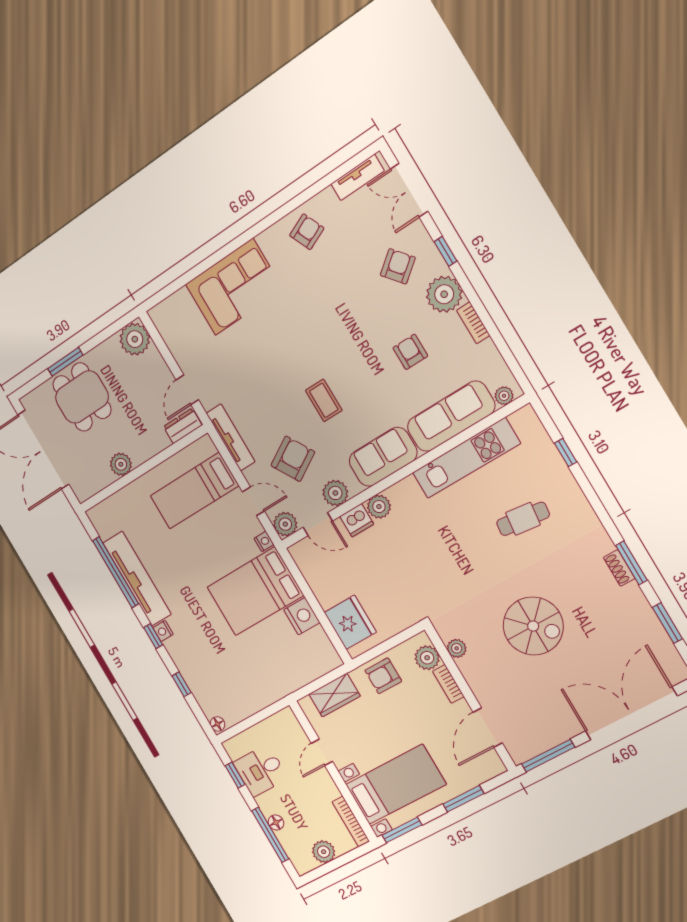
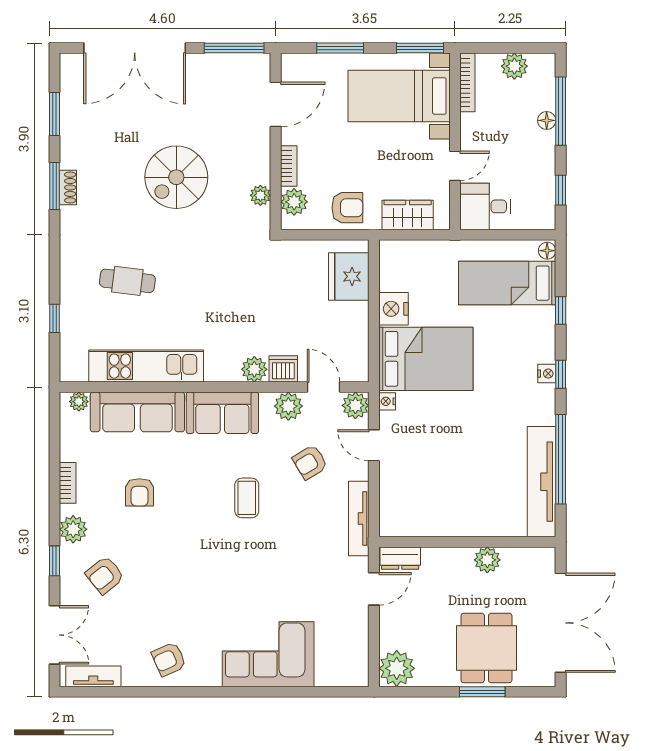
plant: (444, 294) -> (73, 529), width x0.73, depth x0.73
armchair: (293, 459) -> (310, 462), width x0.72, depth x0.72
bed: (194, 491) -> (507, 283), moved, turned 180
tv unit: (137, 579) -> (542, 482), moved
spiral stairs: (533, 626) -> (176, 177), turned -90
desk: (261, 770) -> (485, 206), moved, turned 180

